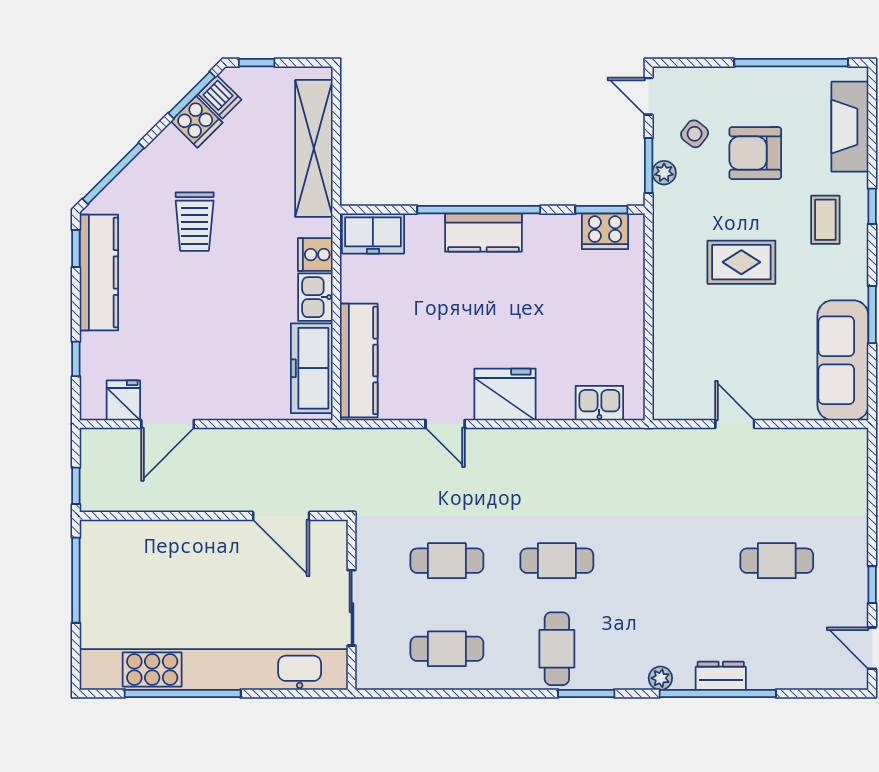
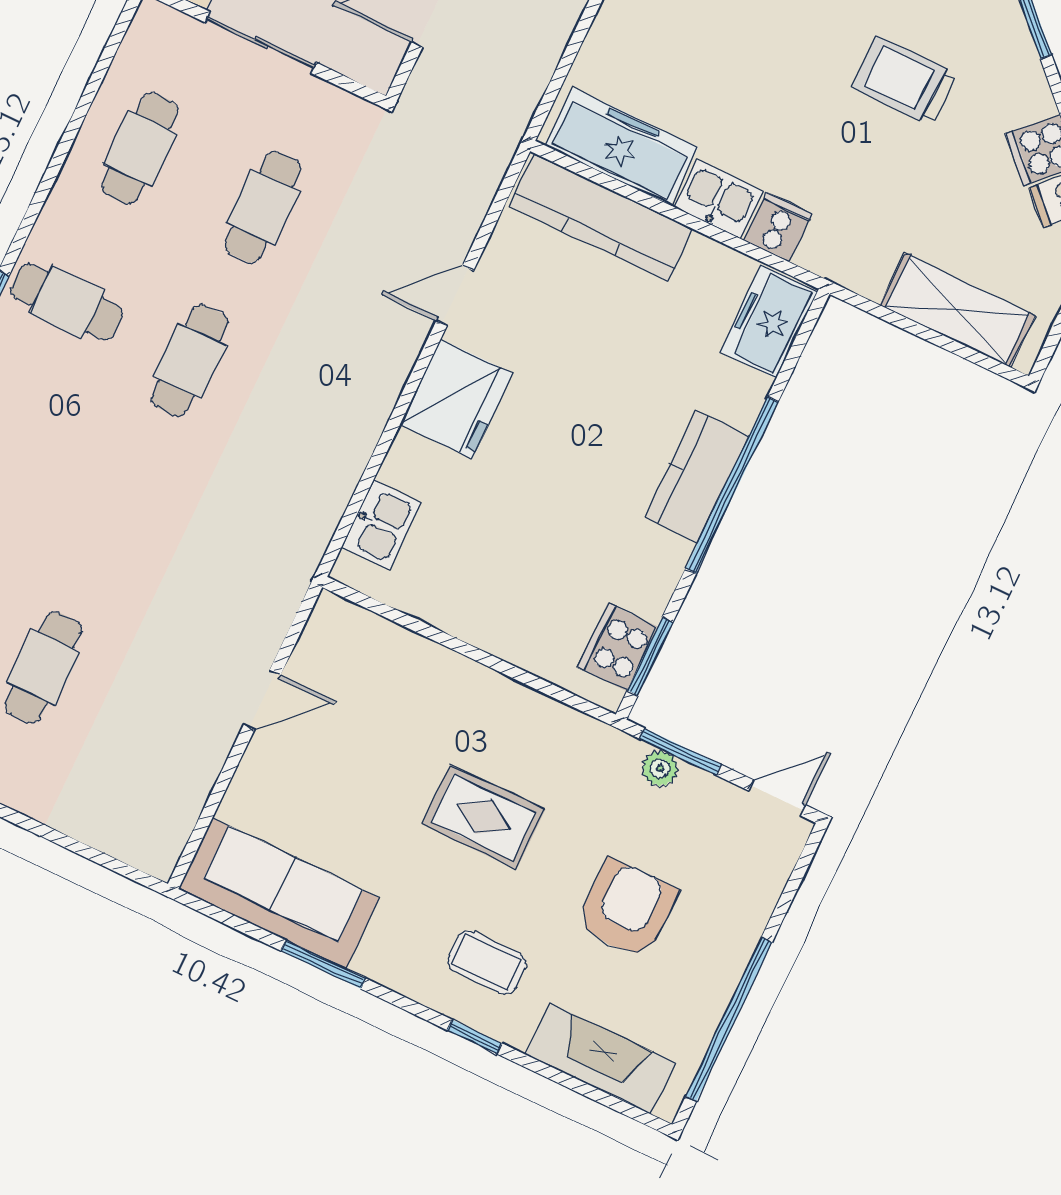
side table: (695, 134) -> (694, 837), removed
shelving: (314, 148) -> (957, 310), width x0.68
rug: (741, 262) -> (483, 817), turned 90

